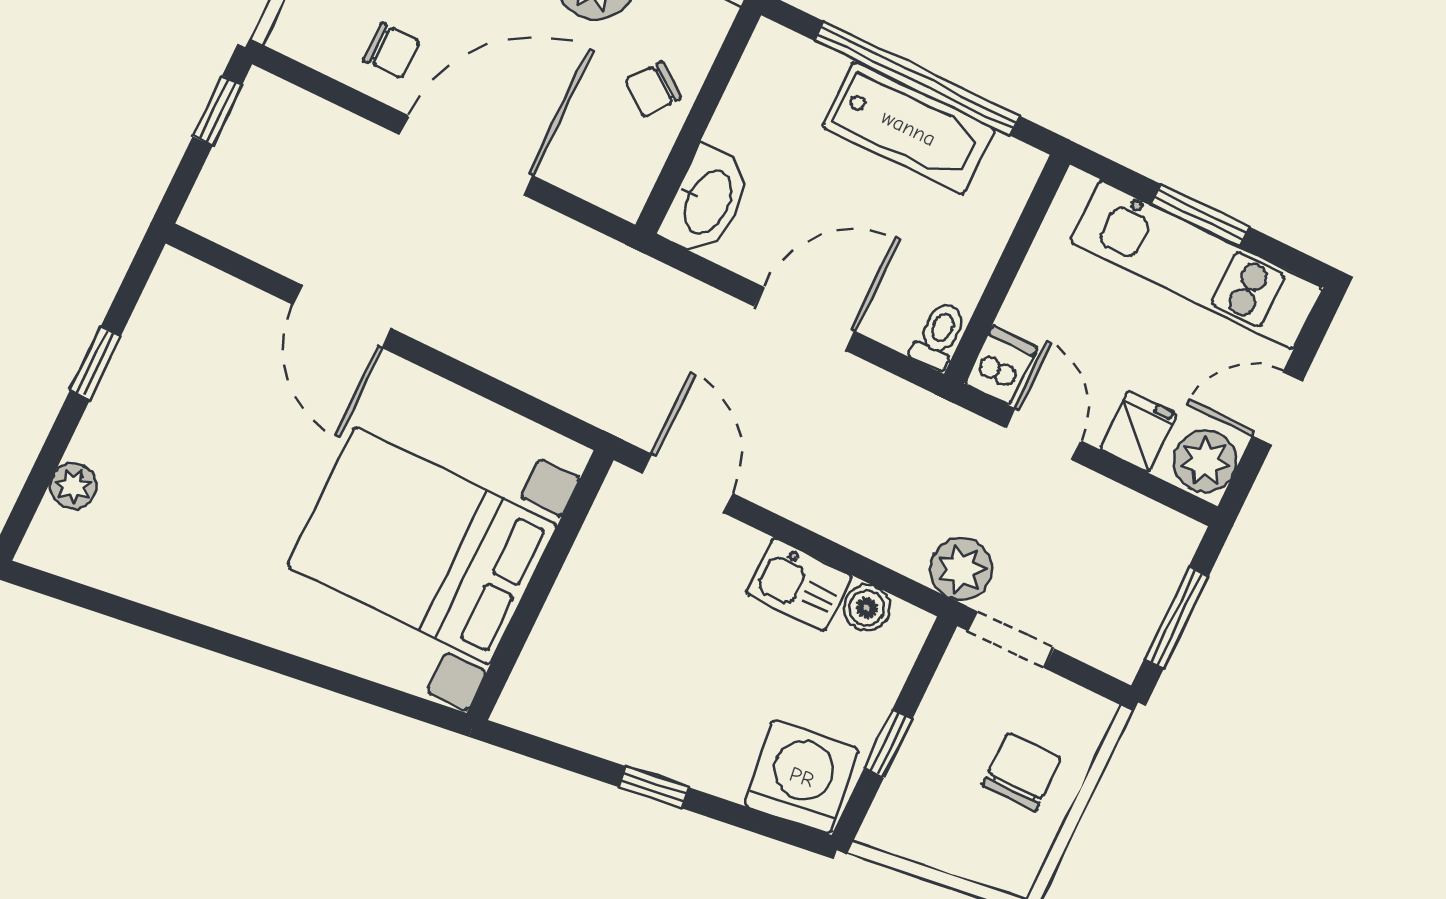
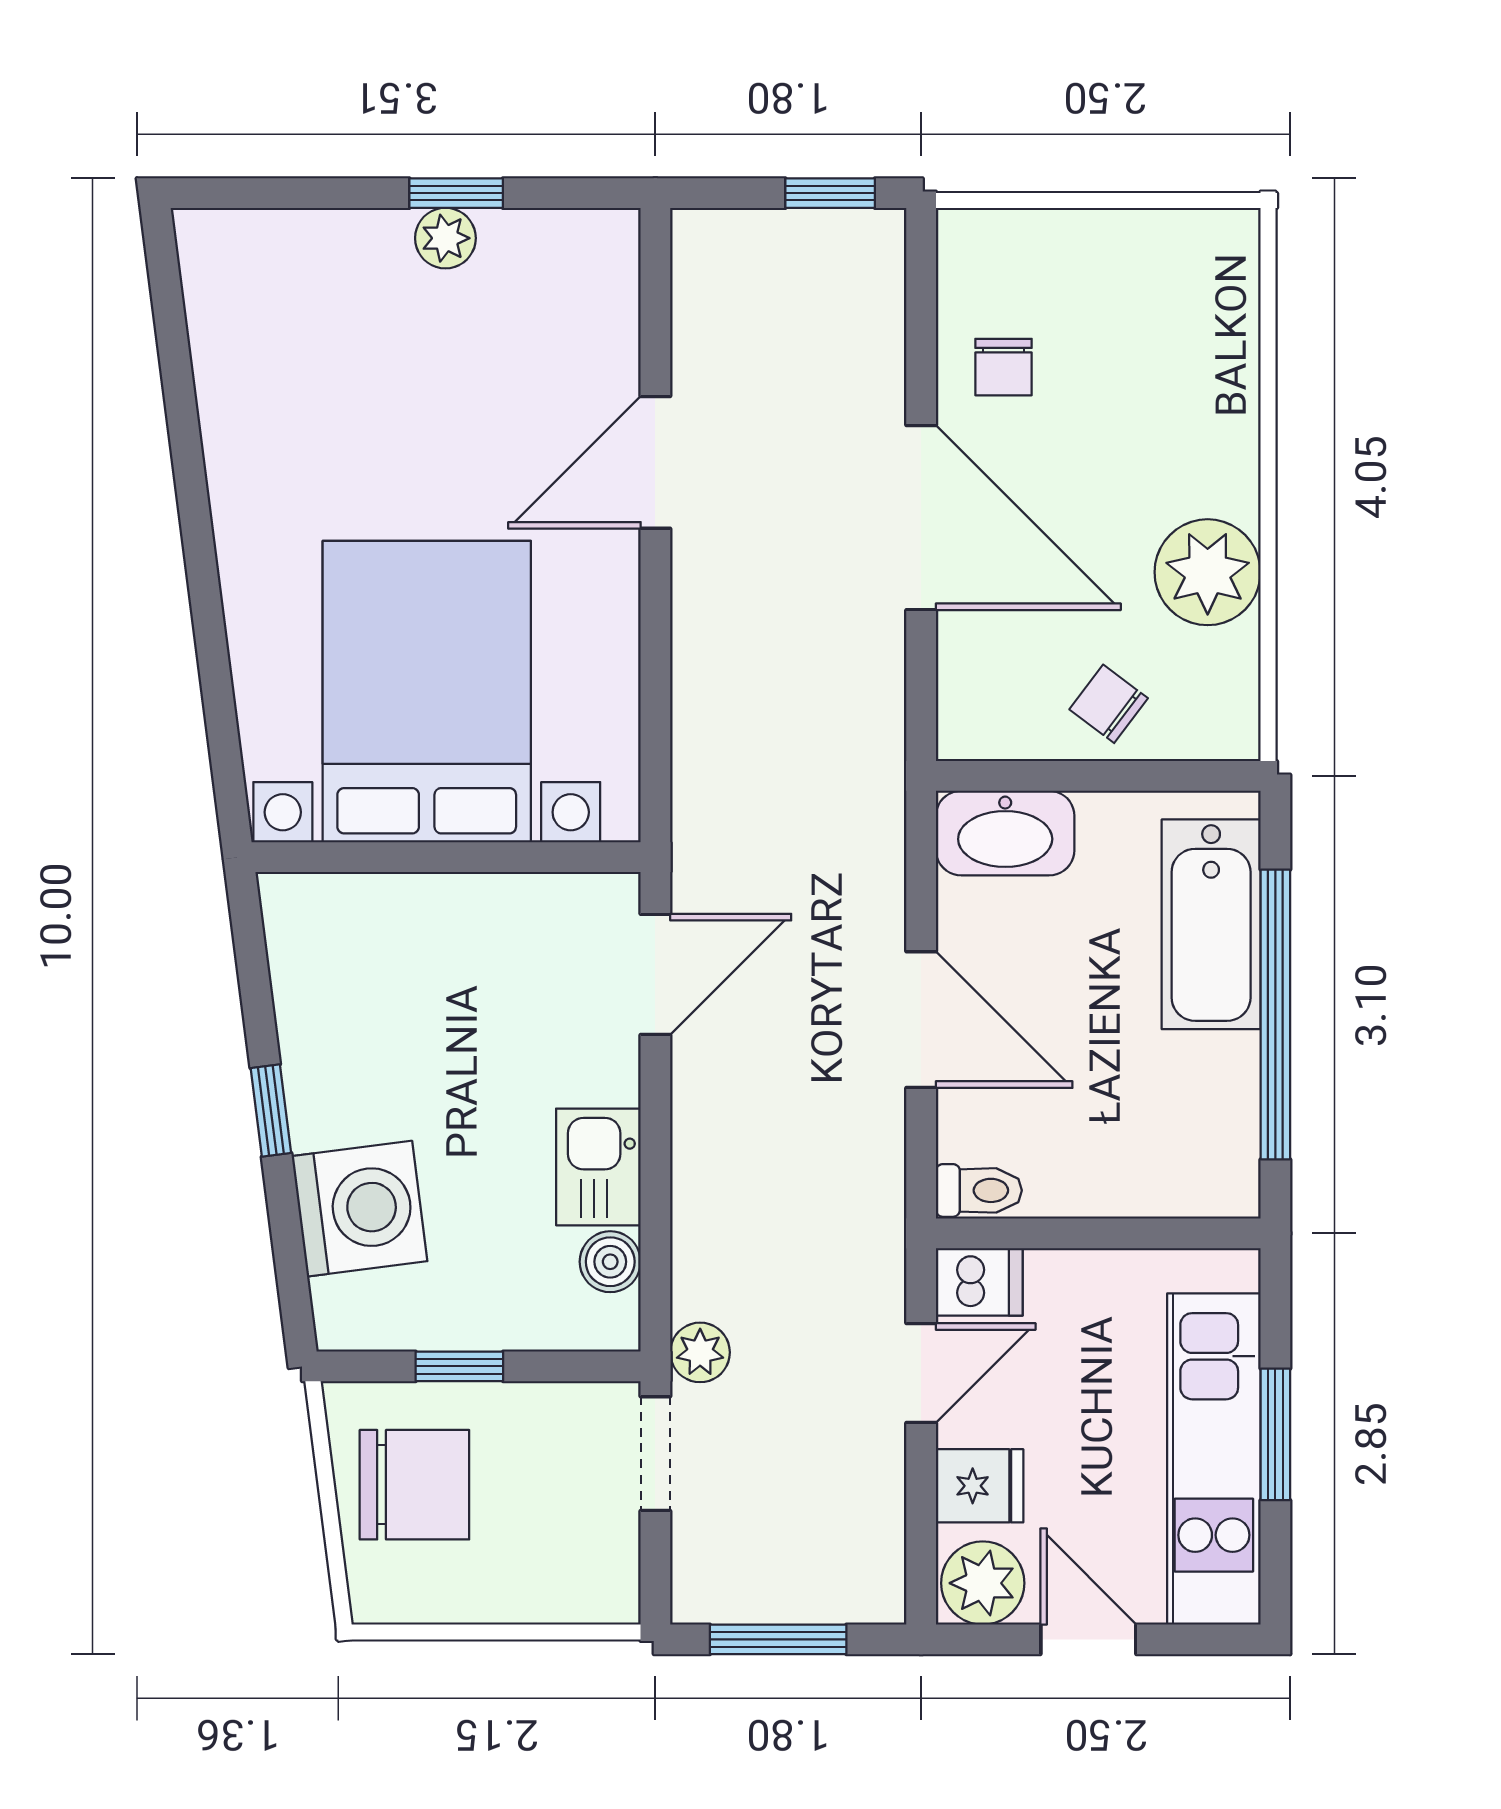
bathtub: (909, 128) -> (1211, 924), moved
plant: (74, 486) -> (445, 238), moved
plant: (961, 569) -> (700, 1352), width x0.73, depth x0.73
chair: (1022, 772) -> (414, 1485), moved, width x1.37, depth x1.37
washing machine: (802, 777) -> (360, 1209), moved

